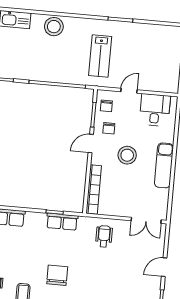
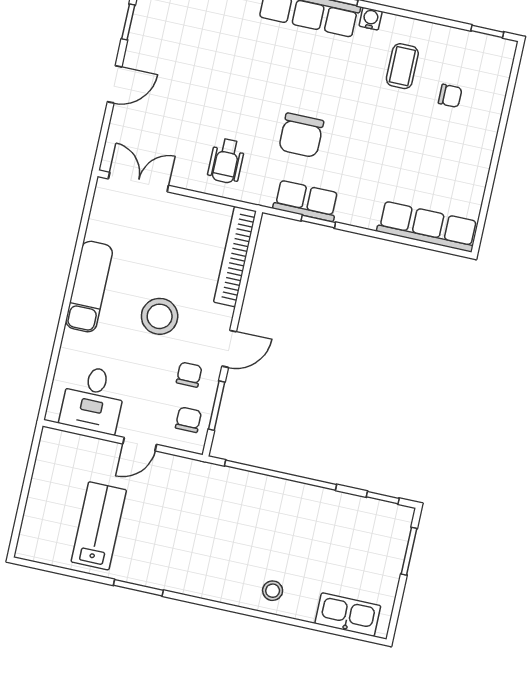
stool: (54, 27) -> (273, 591), width x0.53, depth x0.53
lab bench: (100, 56) -> (99, 526), moved
chair: (57, 275) -> (301, 135), moved

